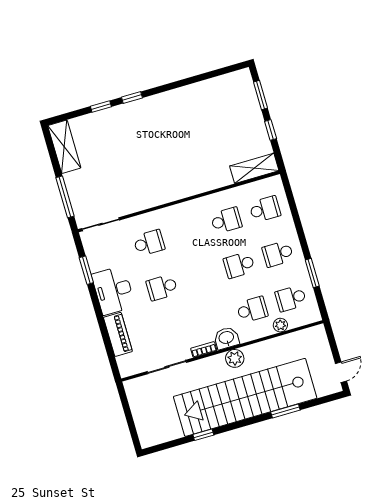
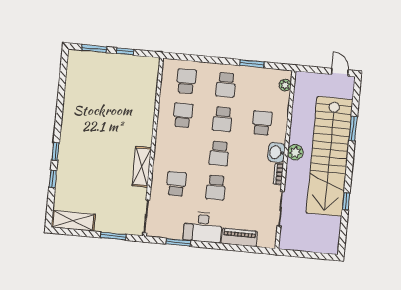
shelving: (254, 168) -> (142, 167), moved
window: (65, 197) -> (113, 236), width x0.69
school desk: (291, 298) -> (219, 153), moved
plant: (280, 325) -> (285, 85), moved

